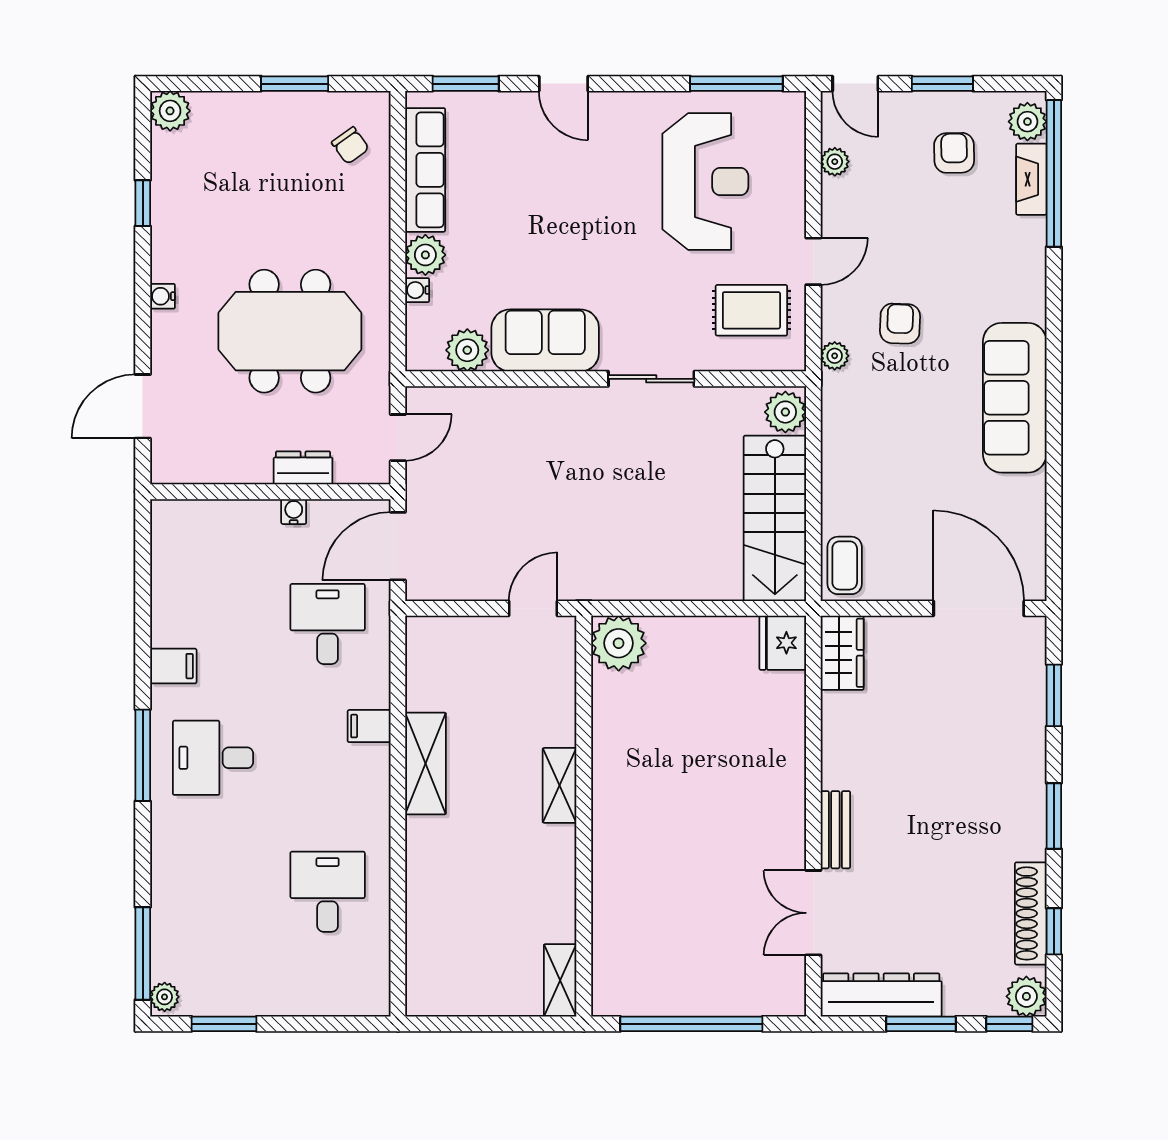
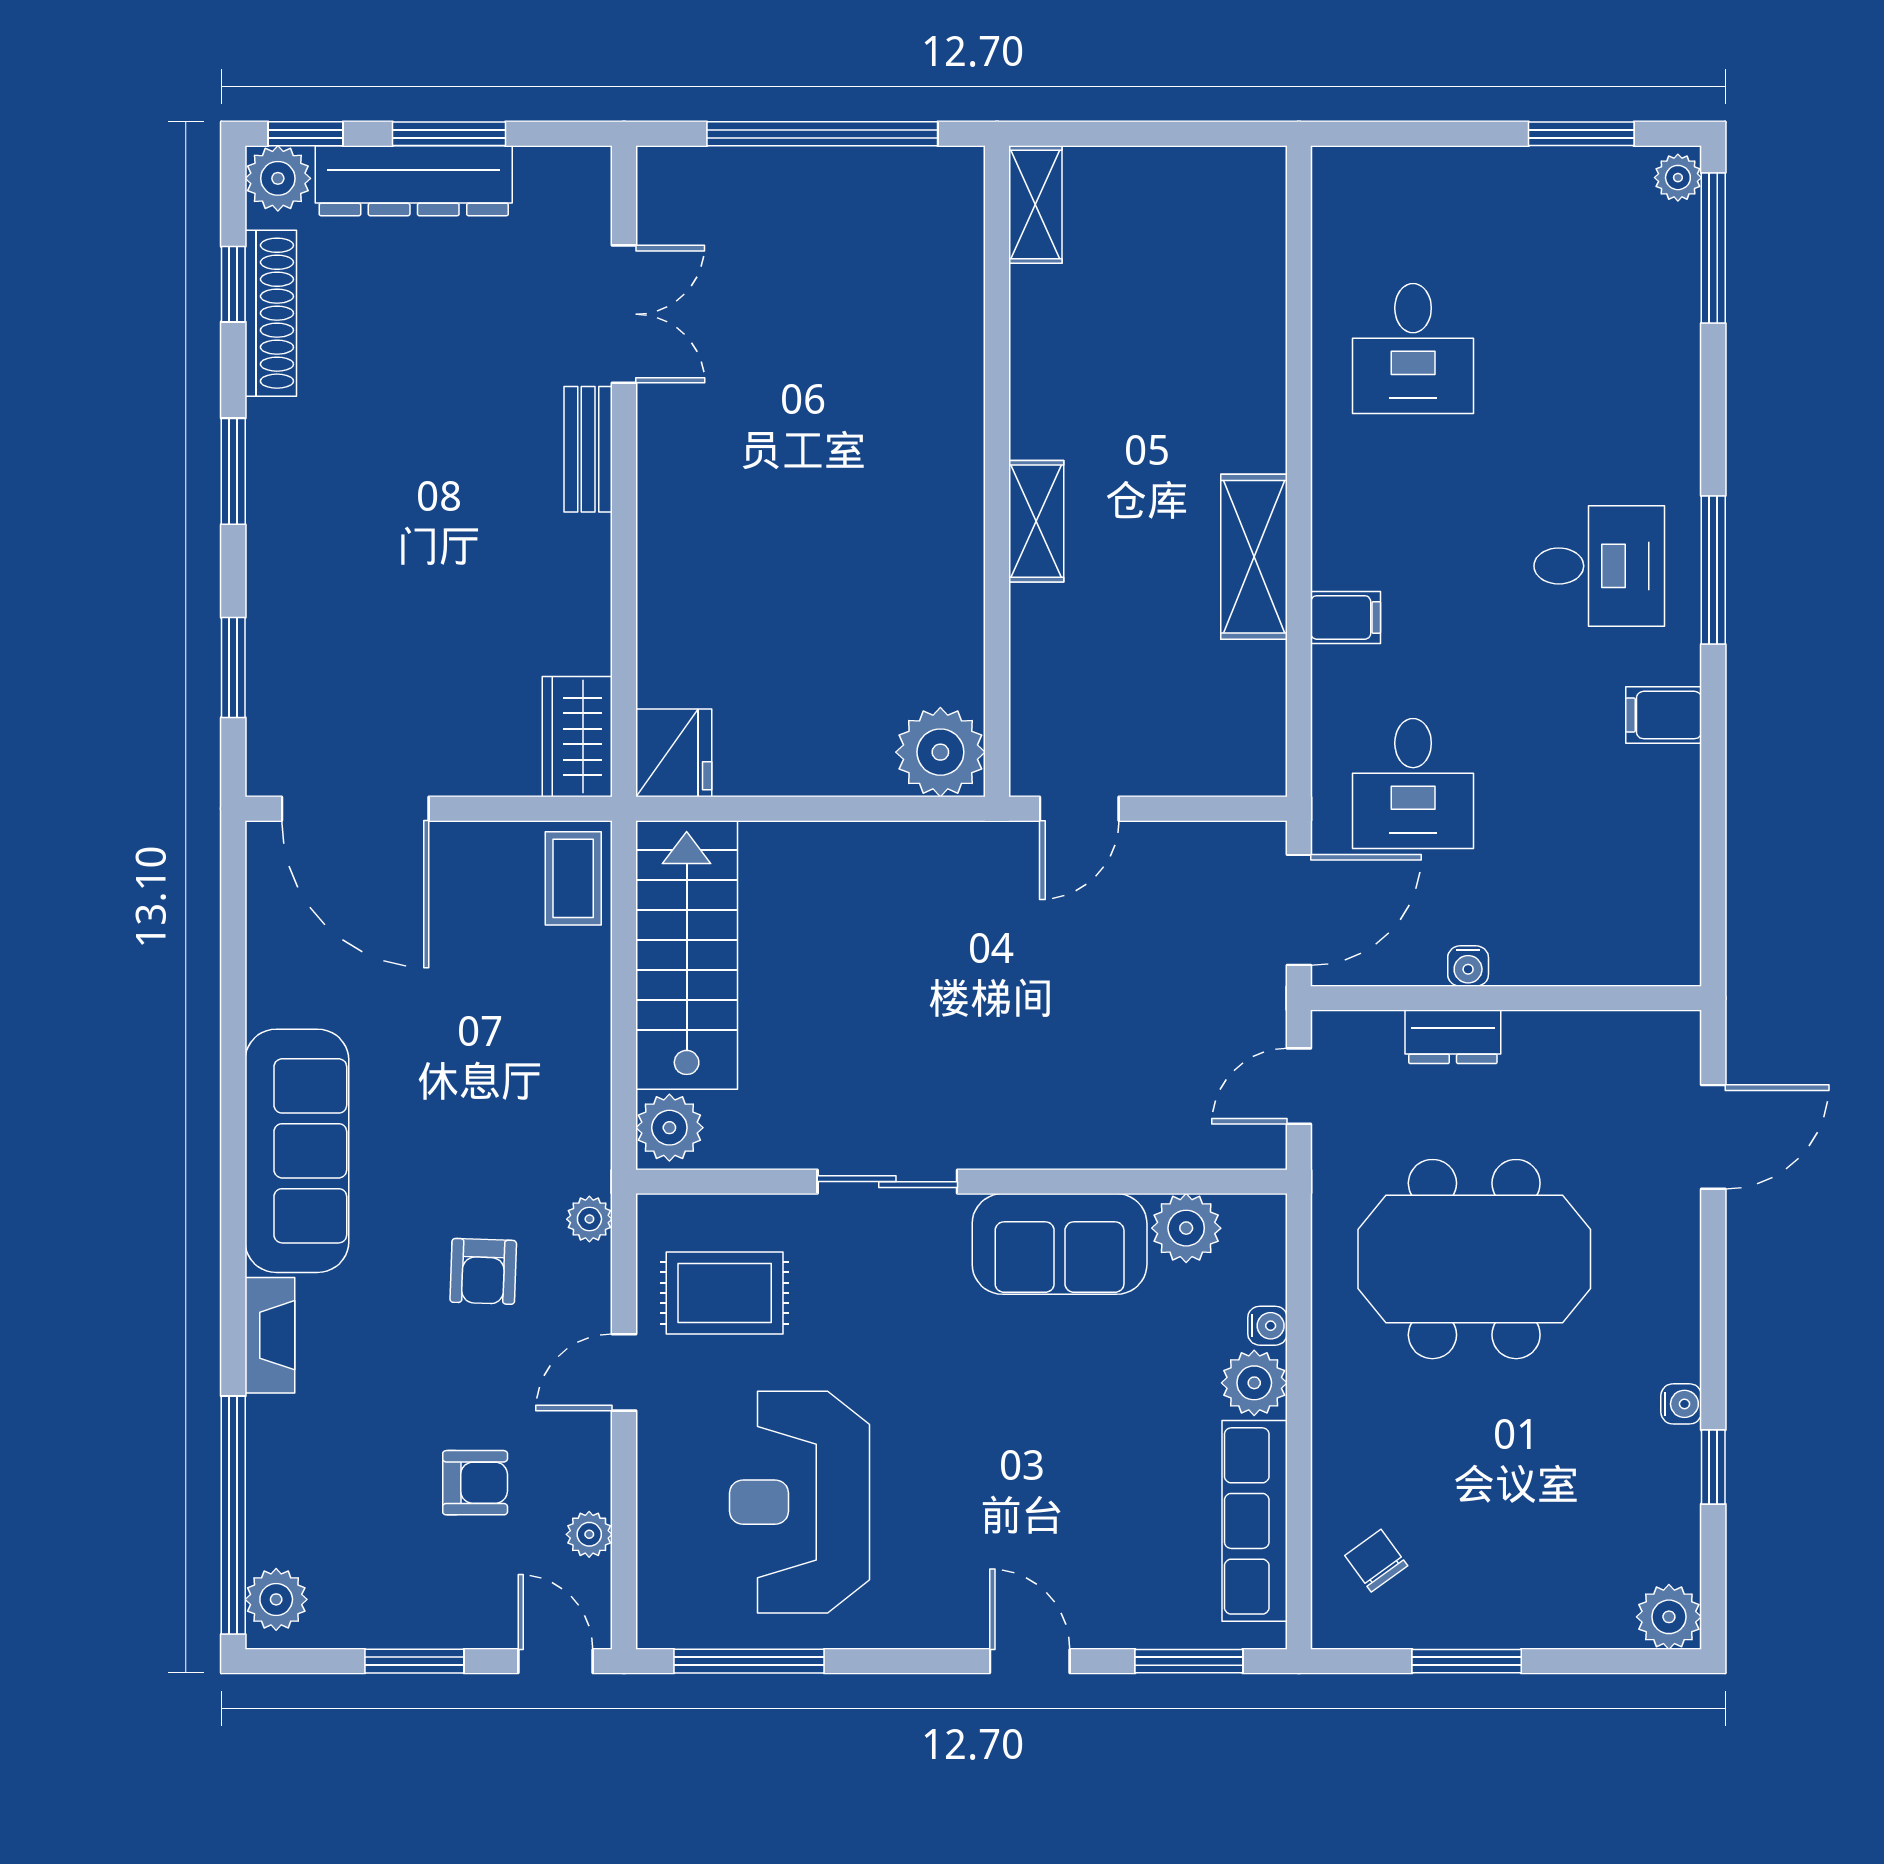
armchair: (954, 153) -> (475, 1483), moved, turned -89
fireplace: (1031, 179) -> (270, 1335), moved
water cooler: (162, 296) -> (1681, 1404), moved
dresser: (881, 995) -> (414, 181), moved

